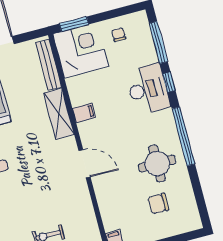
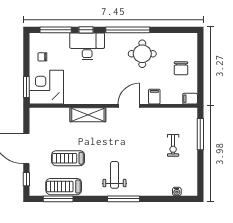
bench: (49, 65) -> (51, 113), removed
filing cabinet: (84, 113) -> (154, 97), moved
chair: (158, 204) -> (181, 68), moved

